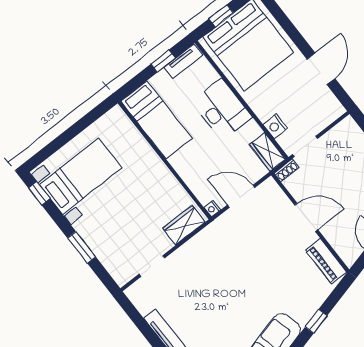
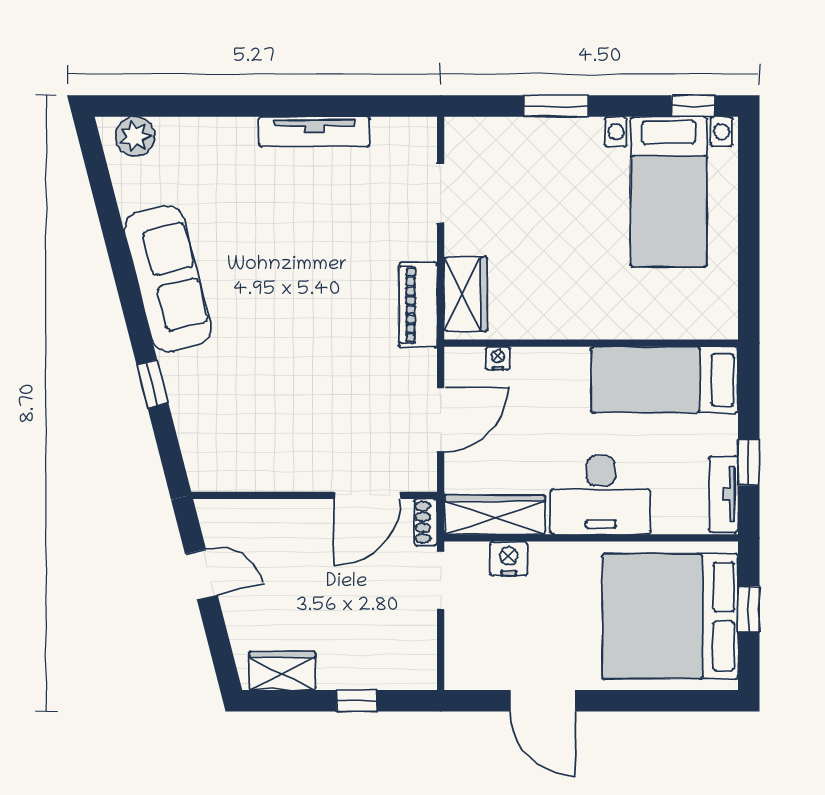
wardrobe: (267, 152) -> (495, 515), width x1.50
nightstand: (212, 209) -> (498, 358), moved
door: (306, 217) -> (367, 495), moved
piano: (326, 261) -> (418, 305), moved, turned -90

